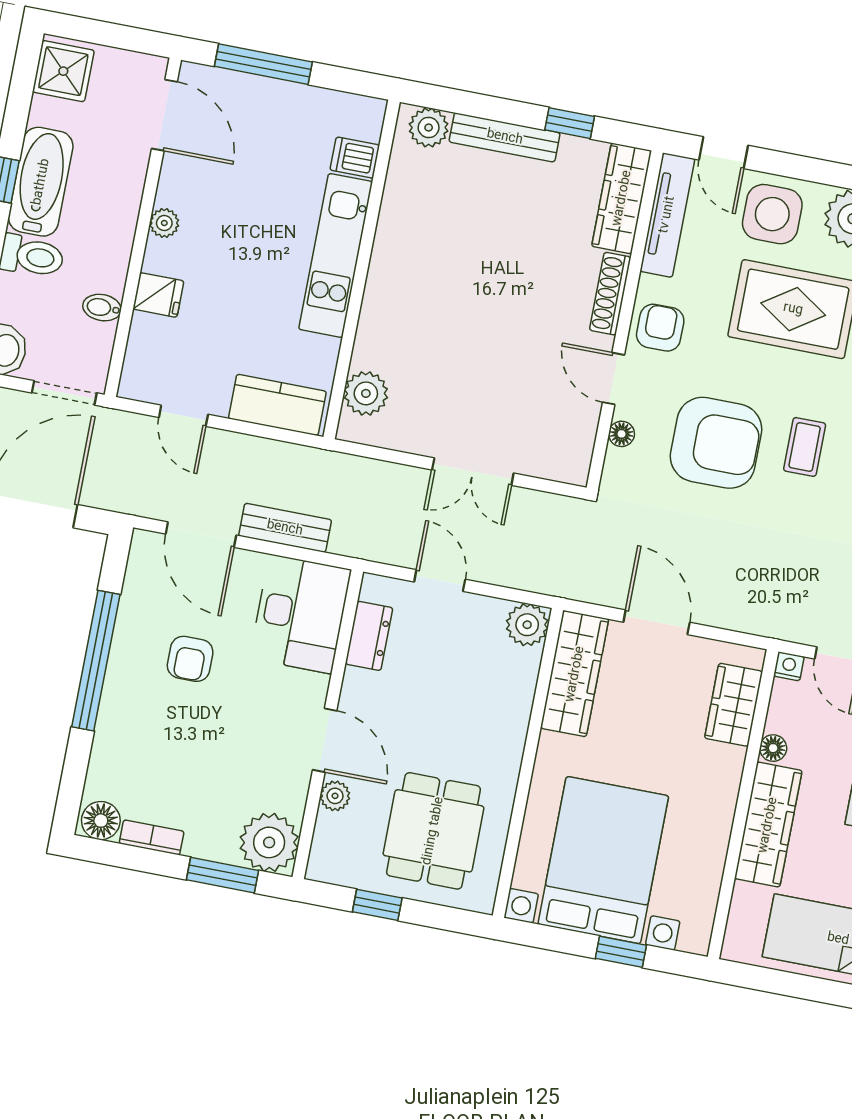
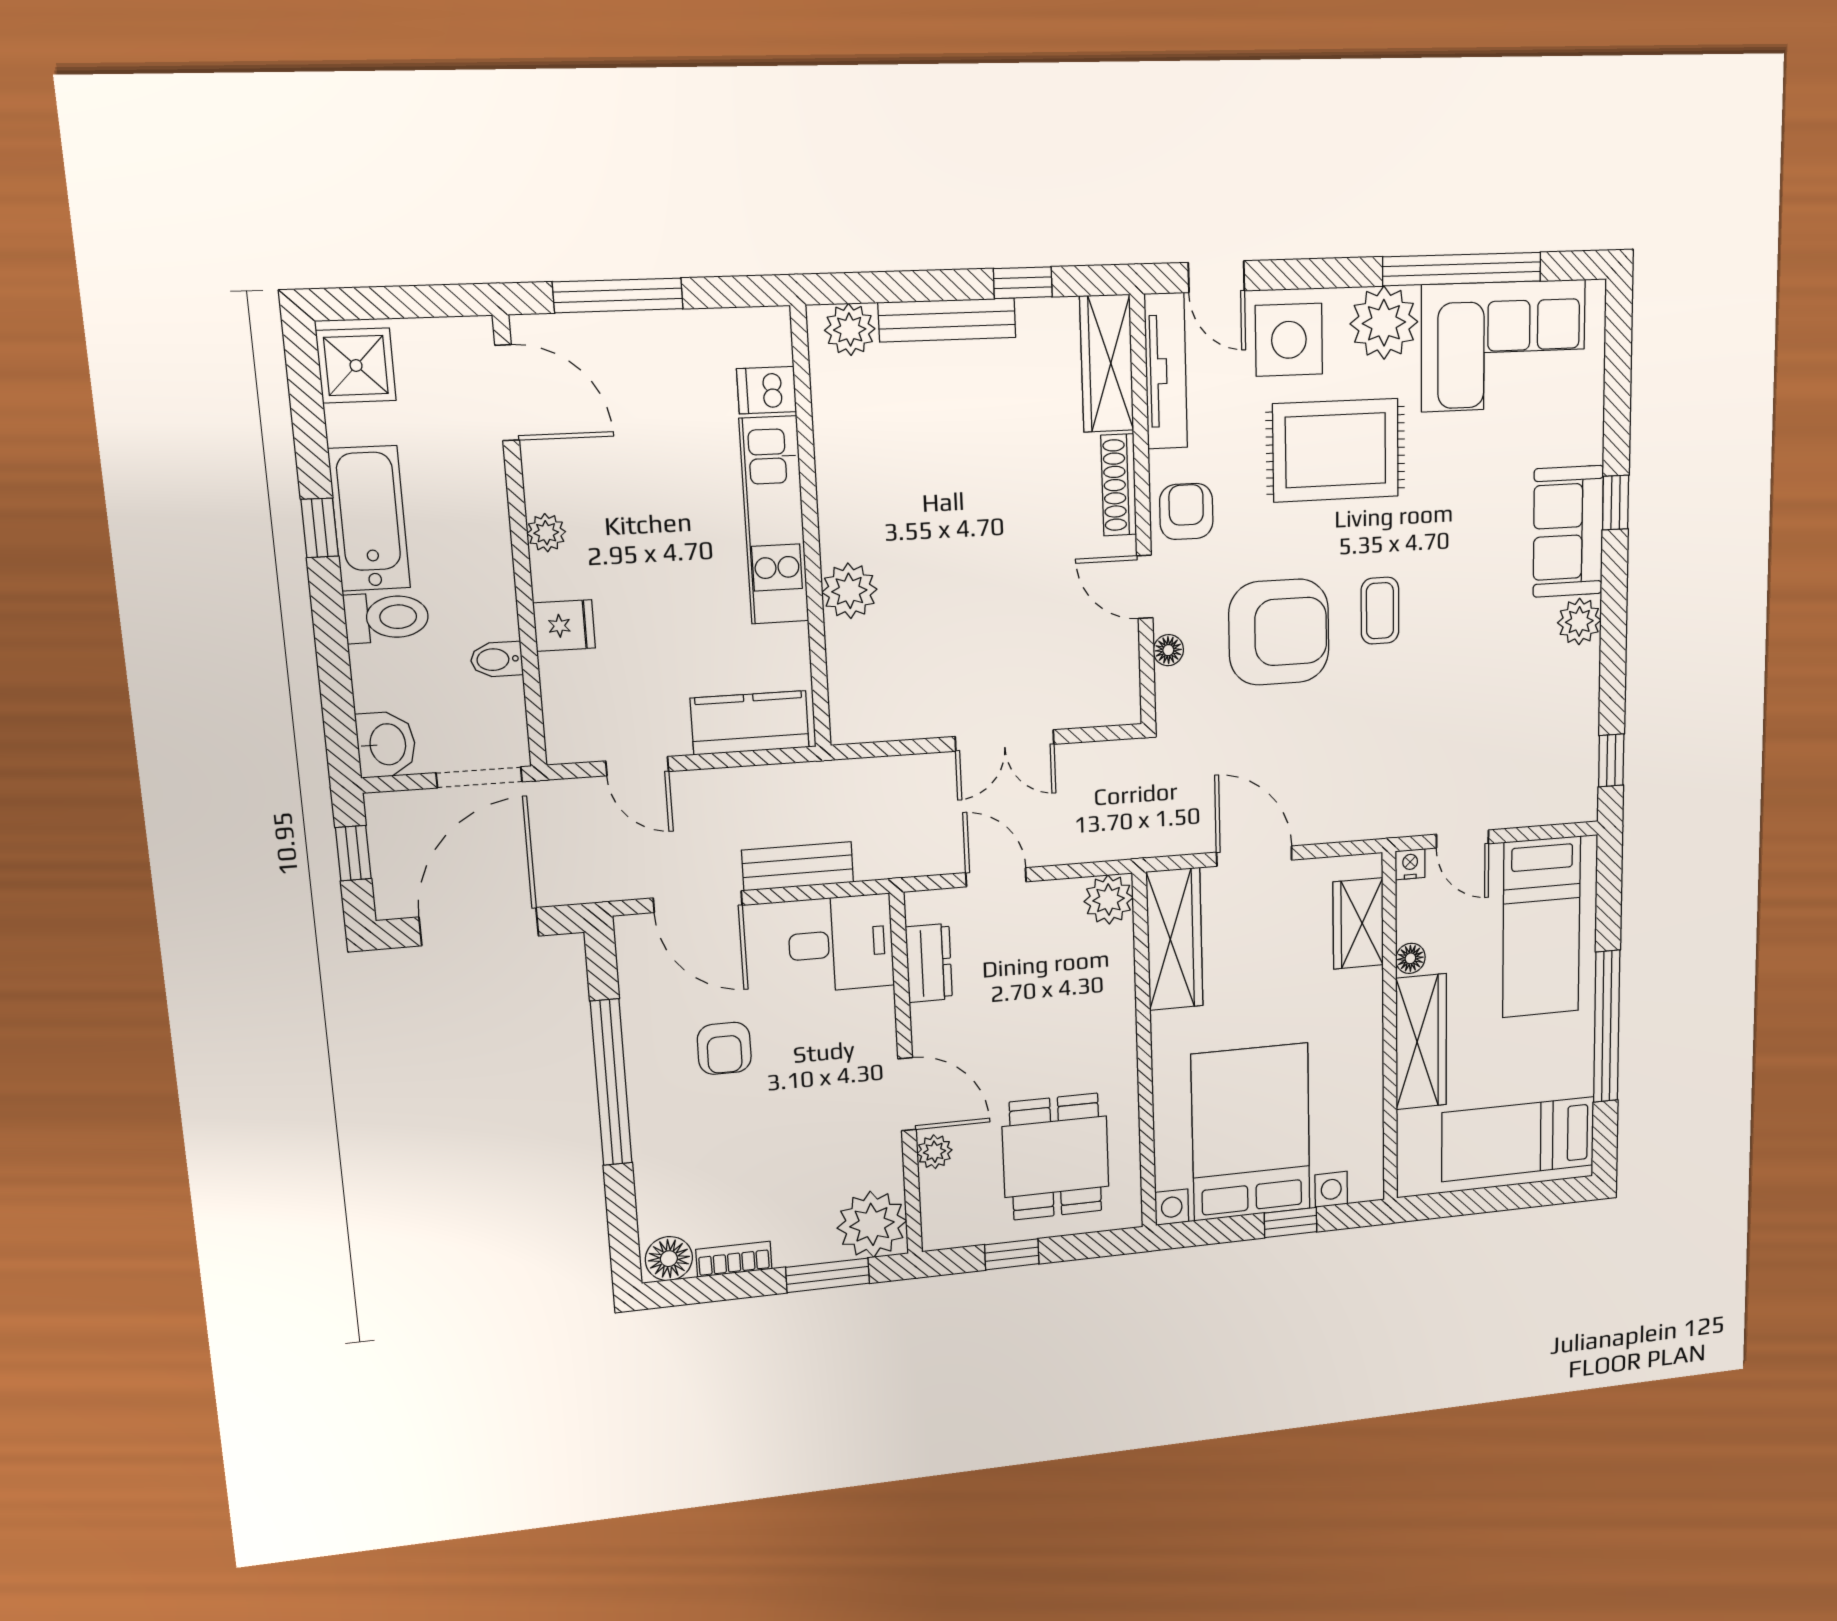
plant: (366, 393) -> (849, 591), moved
desk: (300, 614) -> (841, 943), width x0.73

